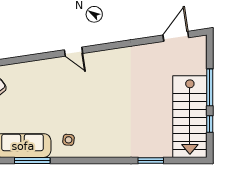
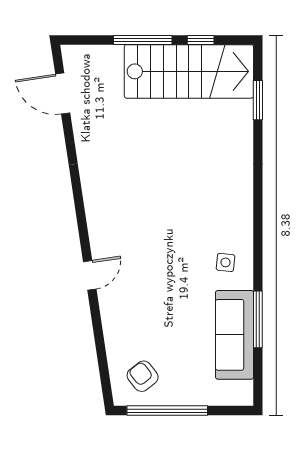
door: (74, 52) -> (90, 275), moved
window: (151, 160) -> (258, 100), moved

